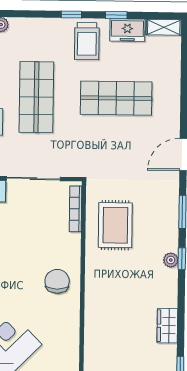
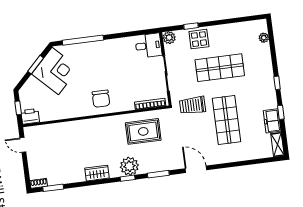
trolley: (87, 41) -> (192, 105), moved
plant: (171, 260) -> (129, 166), width x1.88, depth x1.88
chair: (57, 281) -> (101, 99), turned 90
wardrobe: (167, 326) -> (97, 173), moved

